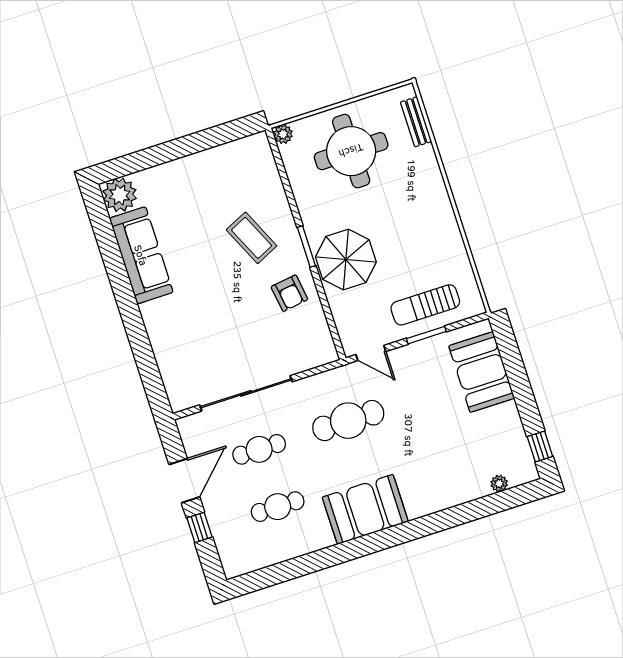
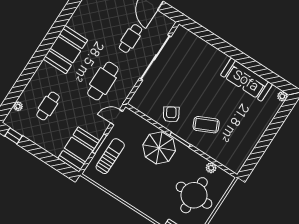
plant: (283, 134) -> (211, 168), moved
plant: (120, 195) -> (282, 96), width x0.53, depth x0.53
armchair: (289, 293) -> (171, 114), turned 67
booth: (482, 372) -> (79, 150), moved, turned 90
cafe table: (278, 507) -> (48, 106), moved

